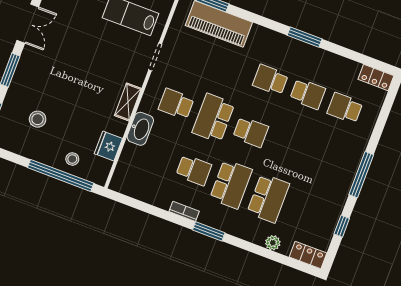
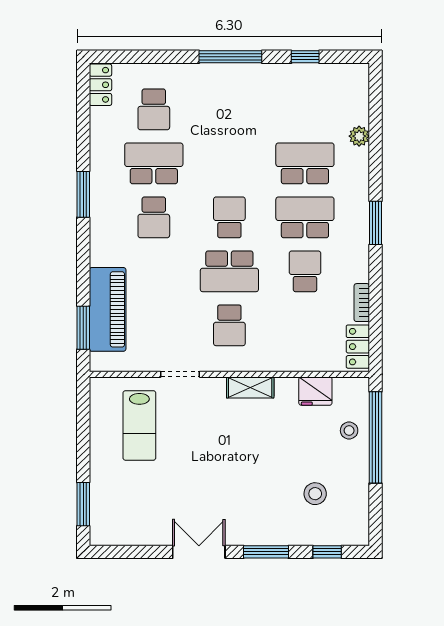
school desk: (308, 94) -> (154, 163), width x1.85
washbasin: (140, 129) -> (278, 359), removed
bookcase: (184, 211) -> (362, 303), moved
locker: (308, 255) -> (358, 347), moved

